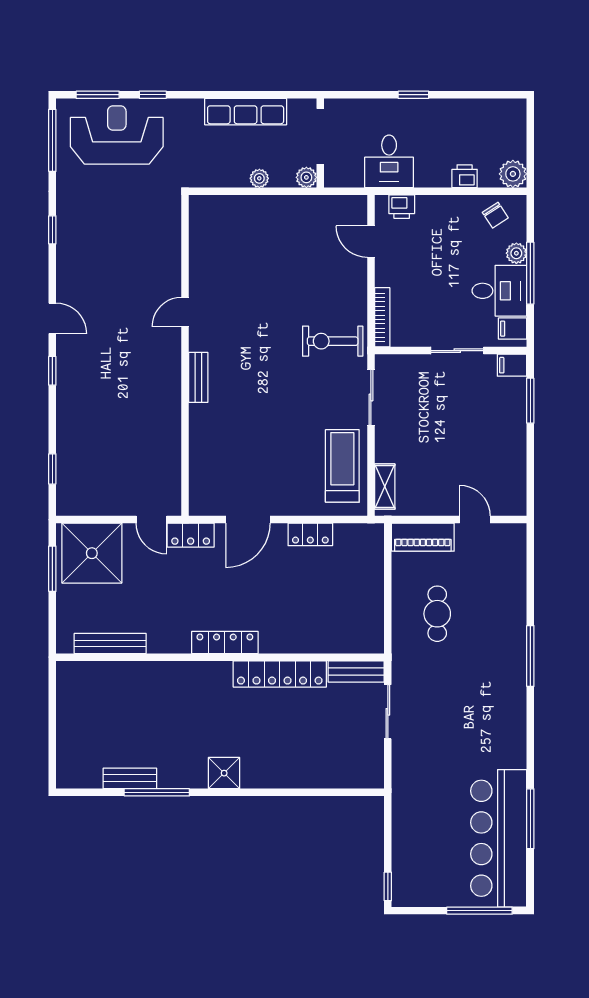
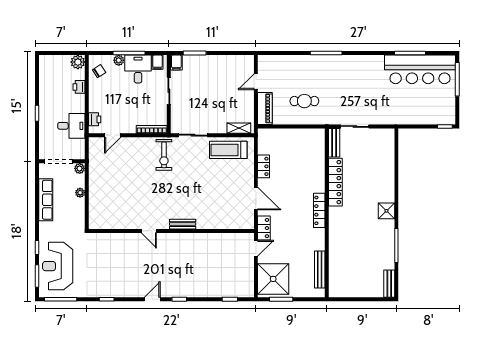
bench: (130, 778) -> (389, 284), moved

